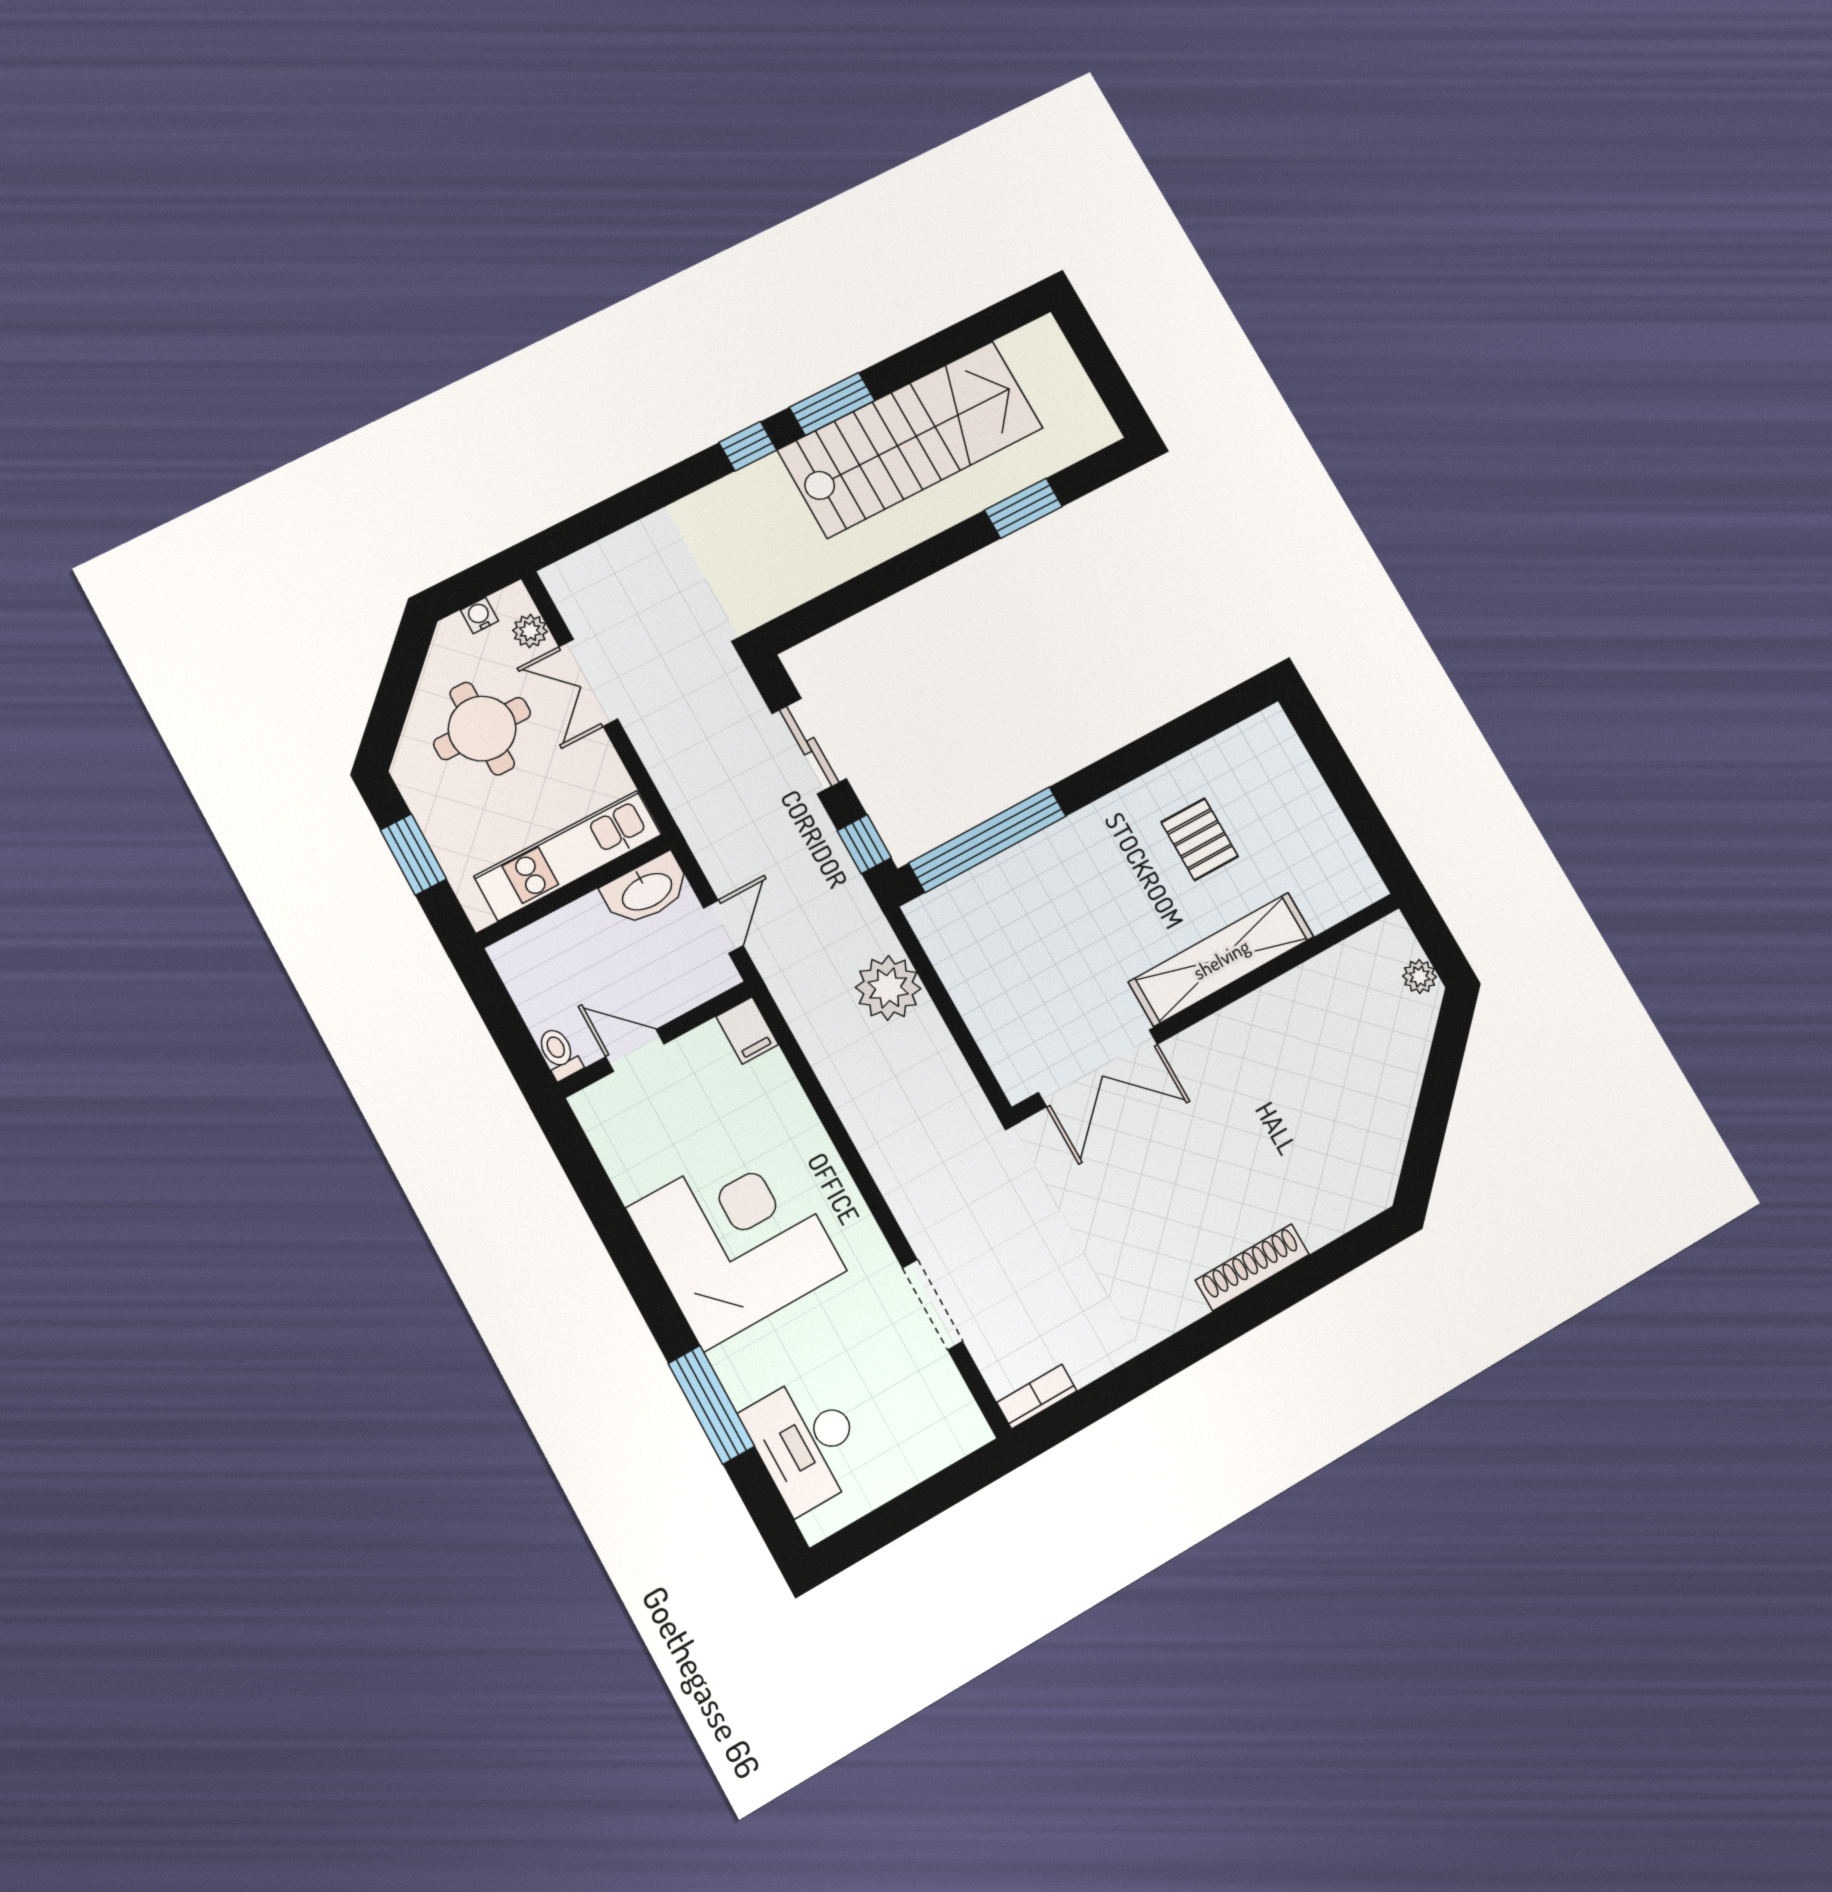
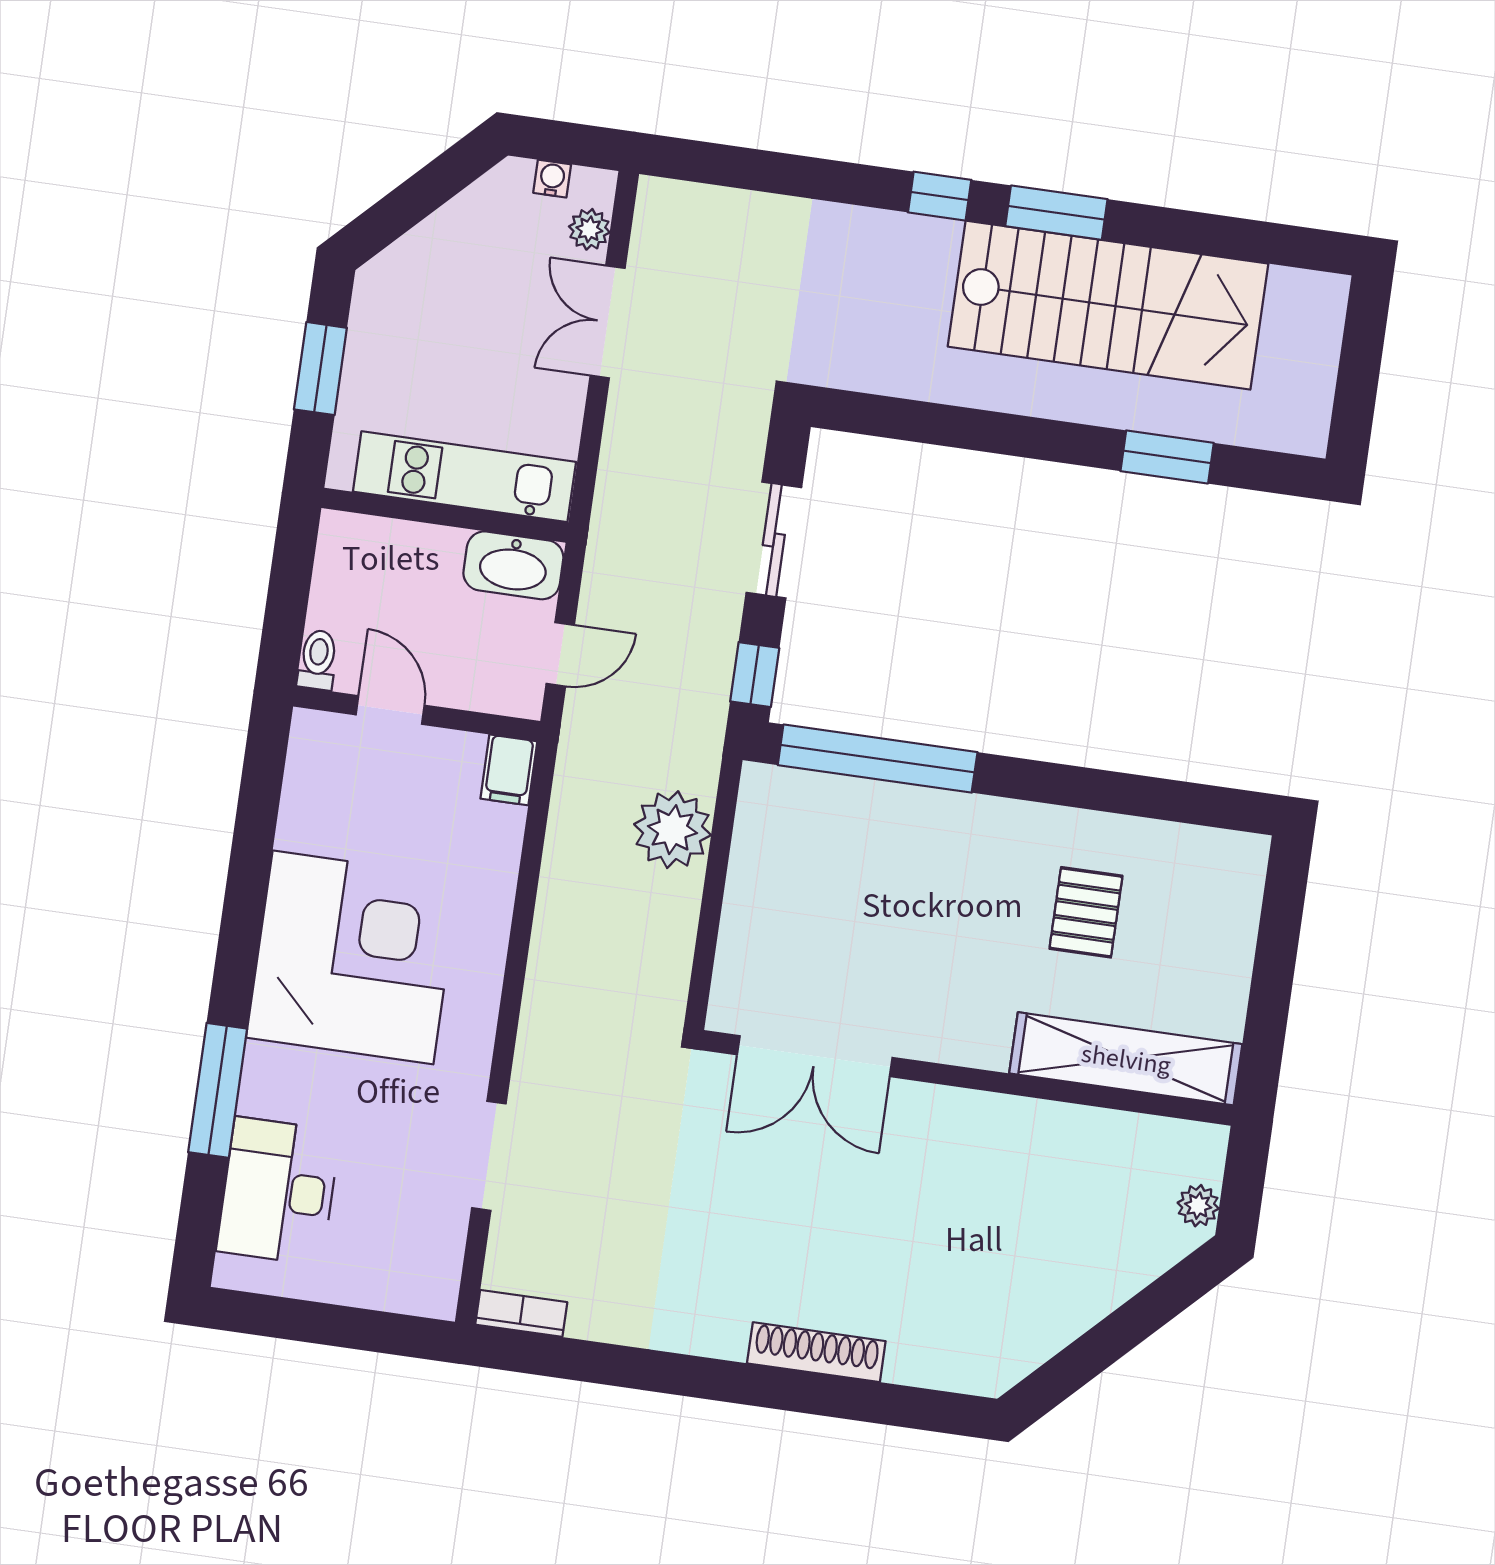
round table: (482, 729) -> (474, 293), removed
shelving: (1221, 959) -> (1126, 1059), moved

